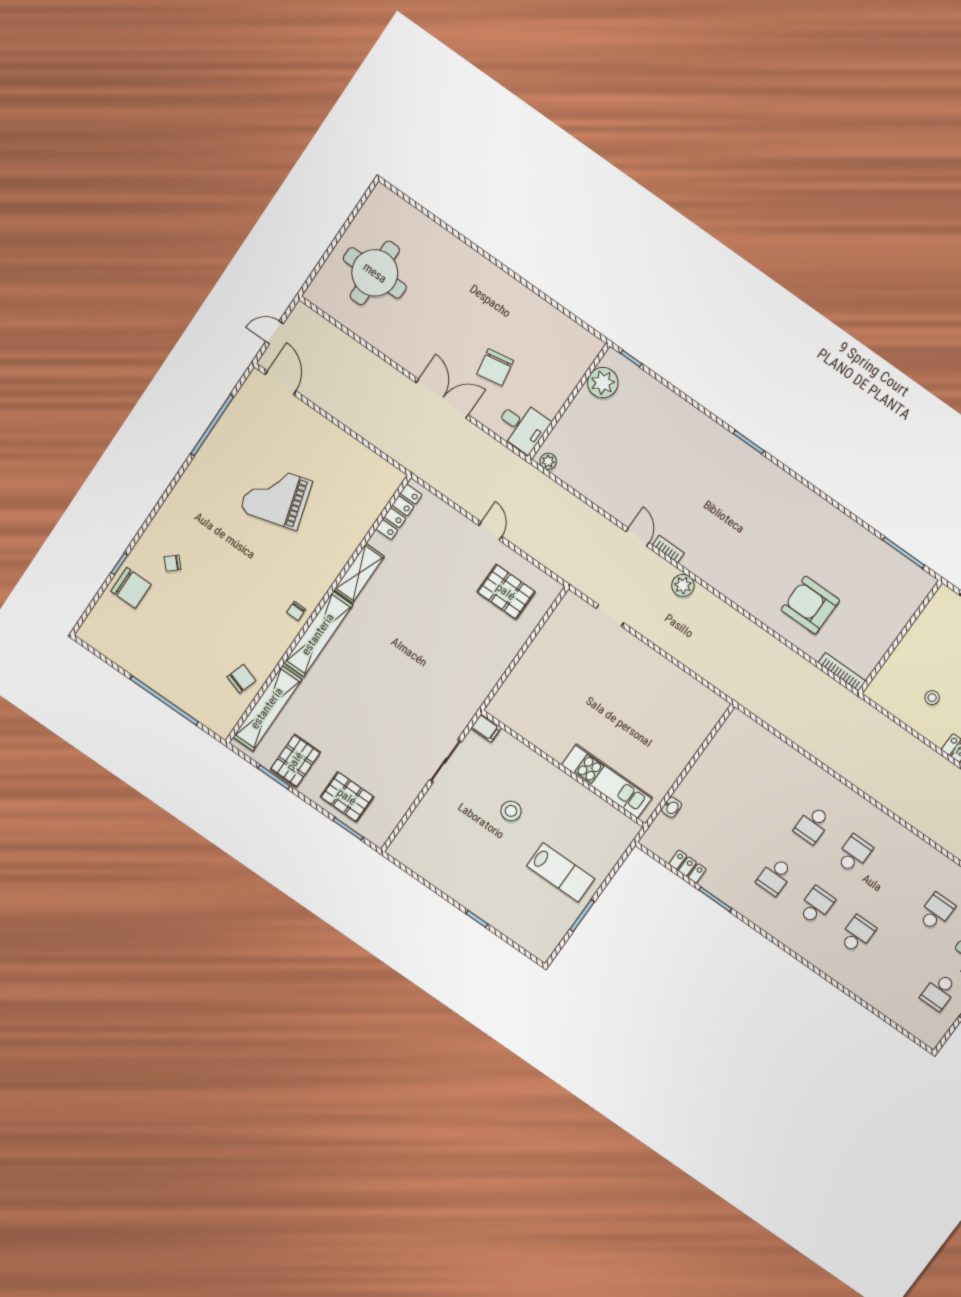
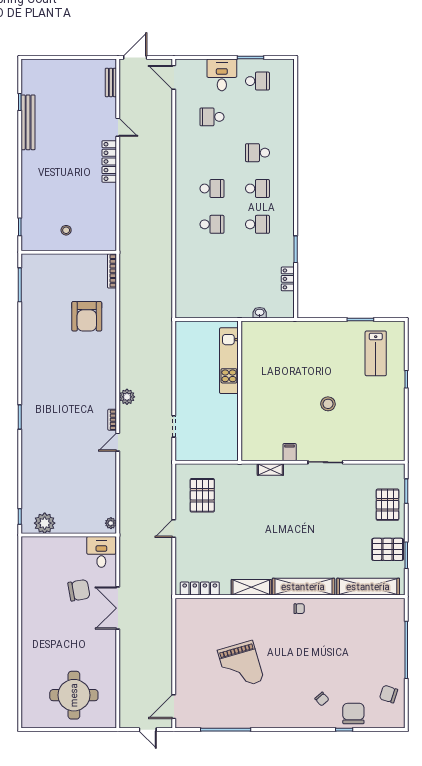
chair: (242, 679) -> (389, 694), moved
shelving: (481, 692) -> (270, 469), added
stool: (932, 698) -> (66, 230), moved
wall: (563, 769) -> (240, 391), moved
kitchen unit: (607, 781) -> (229, 361), moved
school desk: (854, 854) -> (212, 189), turned 180
lab bench: (561, 872) -> (376, 353), moved, turned 180
school desk: (816, 905) -> (257, 189), turned 180

